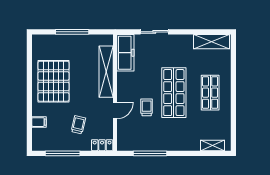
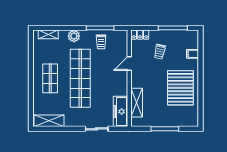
shelving: (106, 72) -> (137, 103), width x0.68
shop shelf: (174, 93) -> (80, 78), width x1.40
trolley: (147, 107) -> (101, 42), moved
plant: (182, 143) -> (74, 36), added

